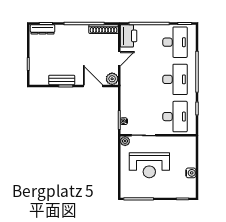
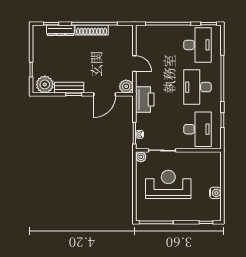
dresser: (43, 29) -> (60, 30), moved
shoe rack: (104, 29) -> (92, 30), moved
printer: (128, 36) -> (145, 100), moved
door: (119, 59) -> (134, 64), hinge flipped
plant: (40, 77) -> (45, 84), added
desk: (175, 79) -> (197, 87), turned 180
door: (93, 86) -> (105, 94), swing flipped
reception desk: (149, 165) -> (168, 184), turned 180

